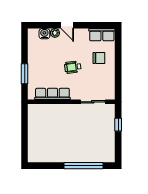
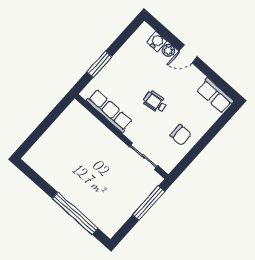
door: (67, 25) -> (188, 54), hinge flipped
chair: (99, 58) -> (181, 135), moved
window: (118, 125) -> (149, 203), width x2.17

